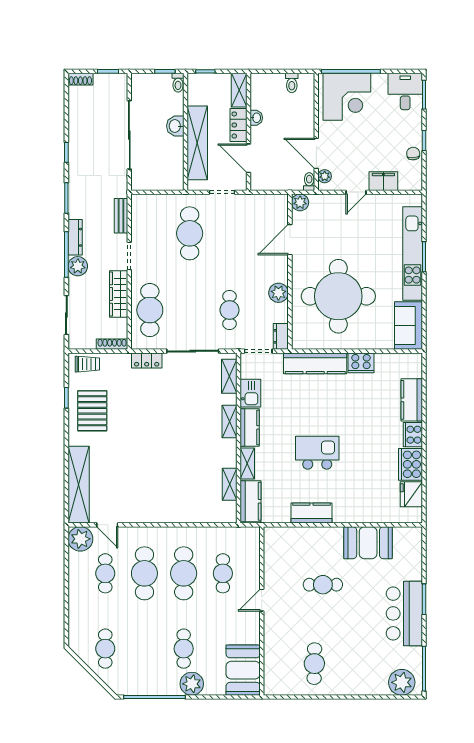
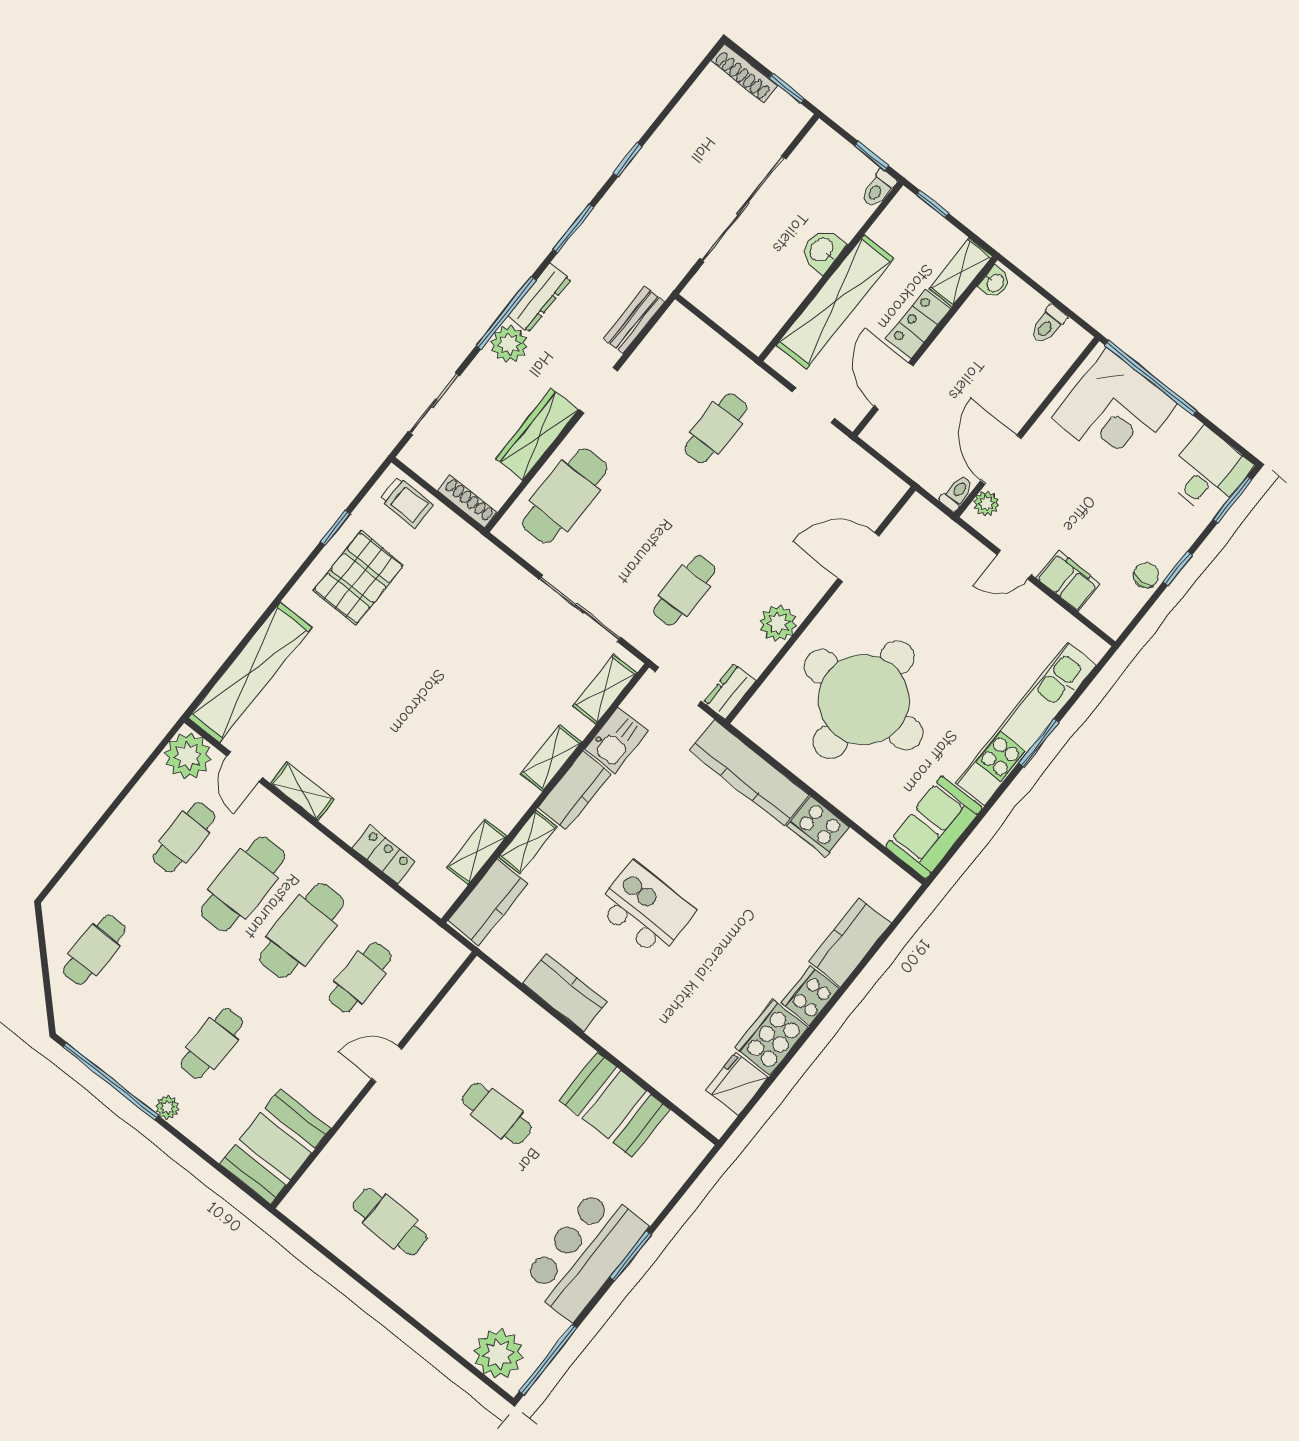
shoe rack: (80, 79) -> (744, 73), width x1.43
washbasin: (256, 118) -> (995, 282), moved
plant: (300, 202) -> (918, 513), removed
cafe table: (190, 233) -> (716, 428), width x0.73, depth x0.74
locker: (147, 360) -> (384, 855), moved, turned 180
shelving: (139, 516) -> (302, 791), added
cafe table: (314, 664) -> (390, 1222), turned 90
plant: (192, 684) -> (168, 1107), width x0.53, depth x0.53

